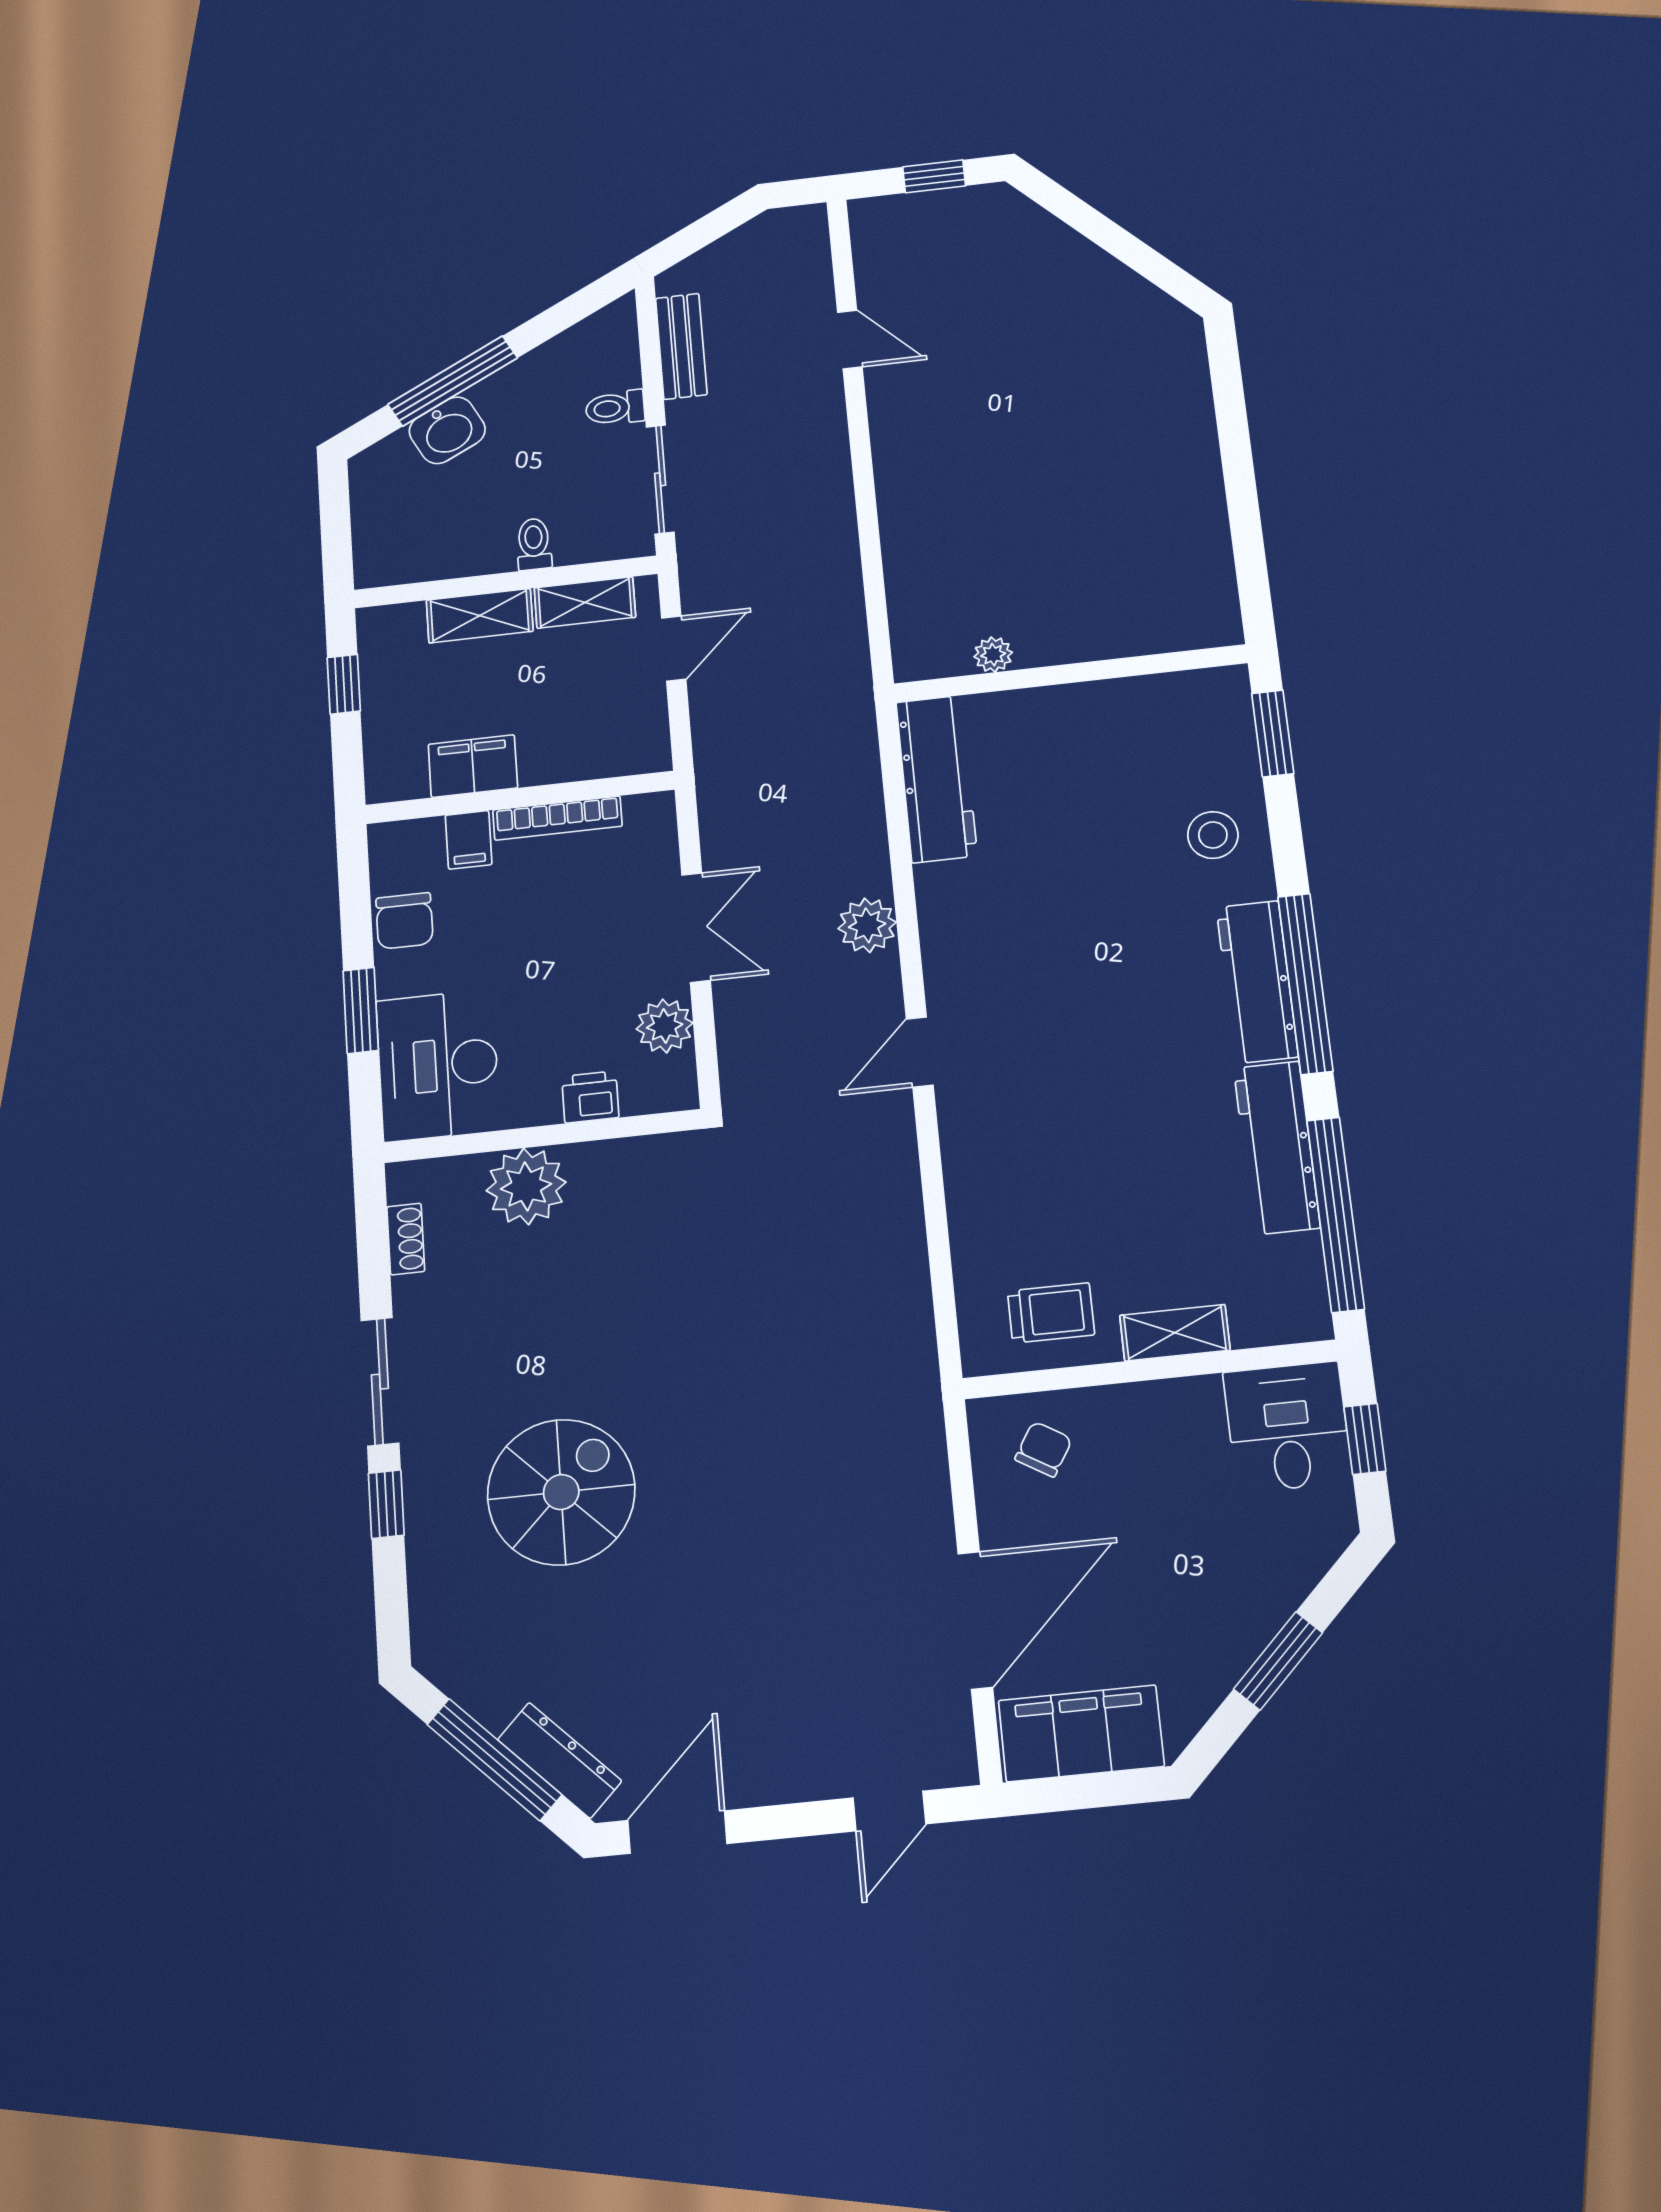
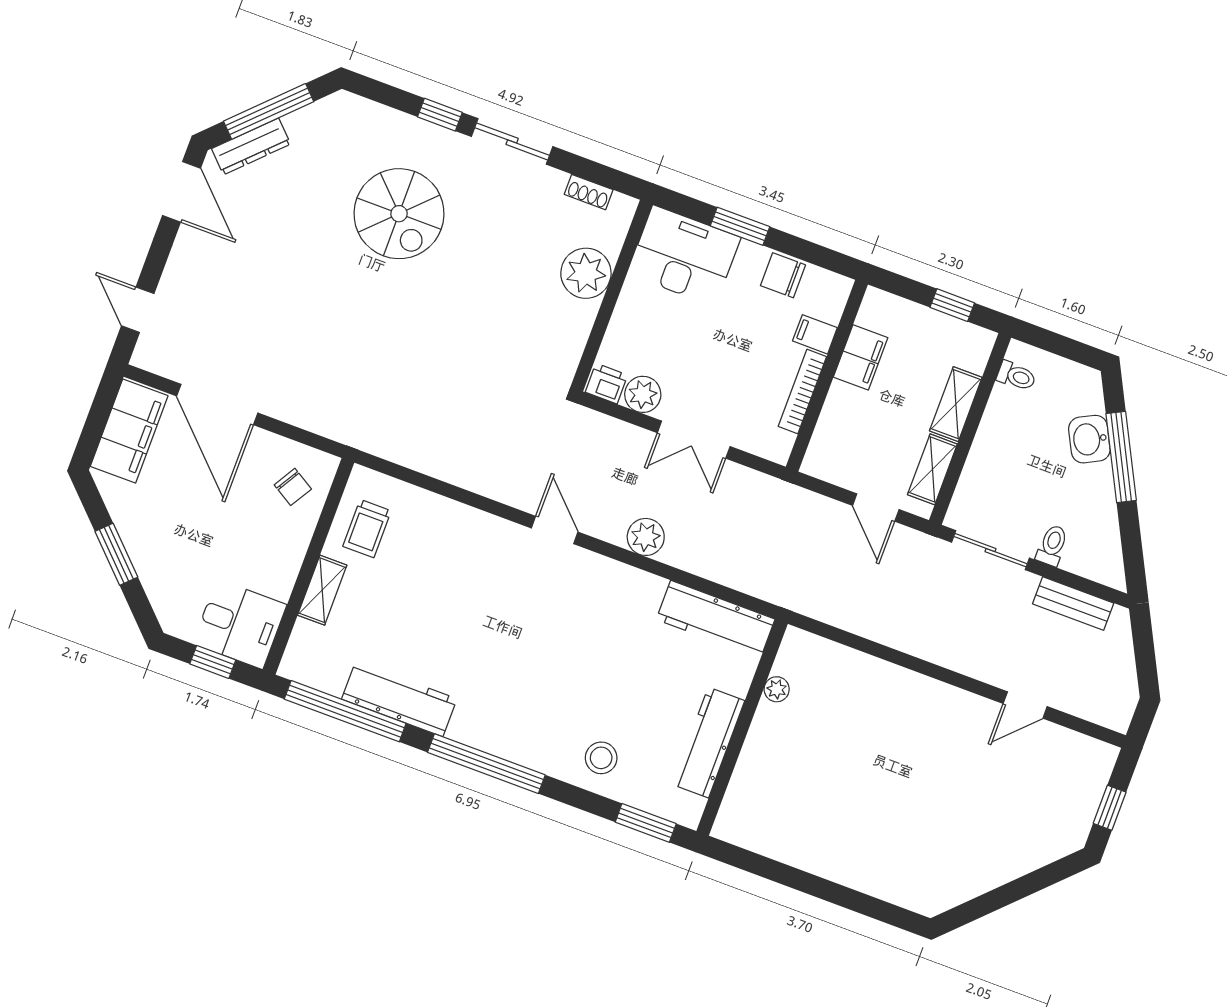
toilet: (534, 544) -> (1016, 376), moved
workbench: (1257, 982) -> (708, 743), moved, turned -90
printer: (590, 1097) -> (606, 384), moved, turned -90

